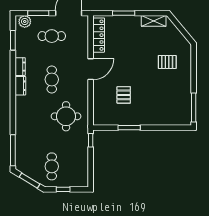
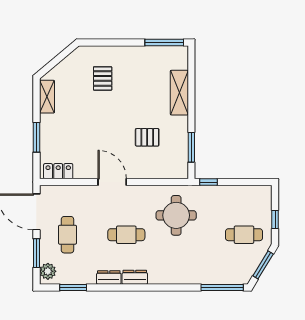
locker: (99, 35) -> (58, 171), width x0.66
shelving: (157, 119) -> (179, 93), added
window: (129, 128) -> (191, 147), moved

